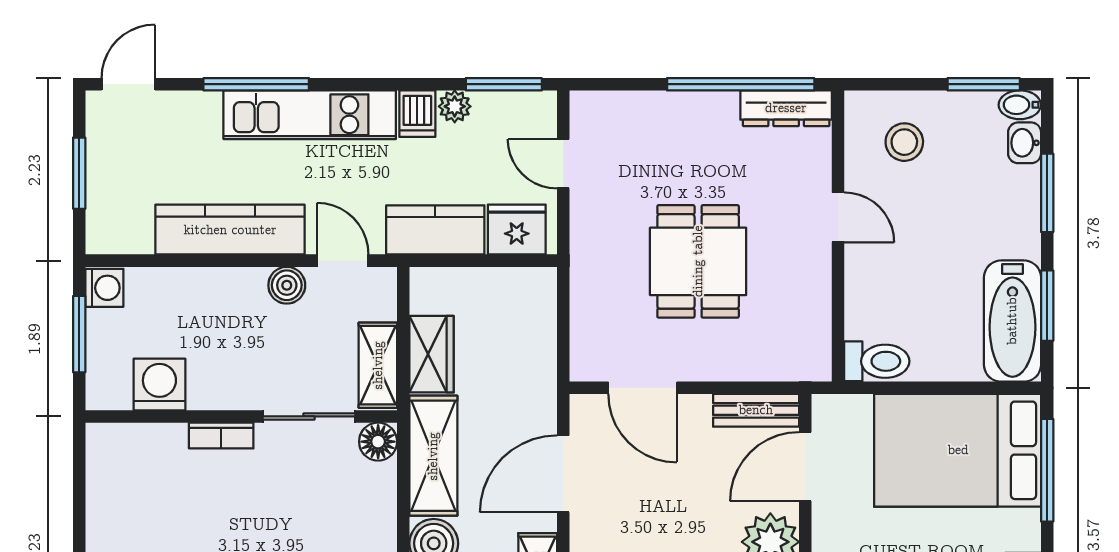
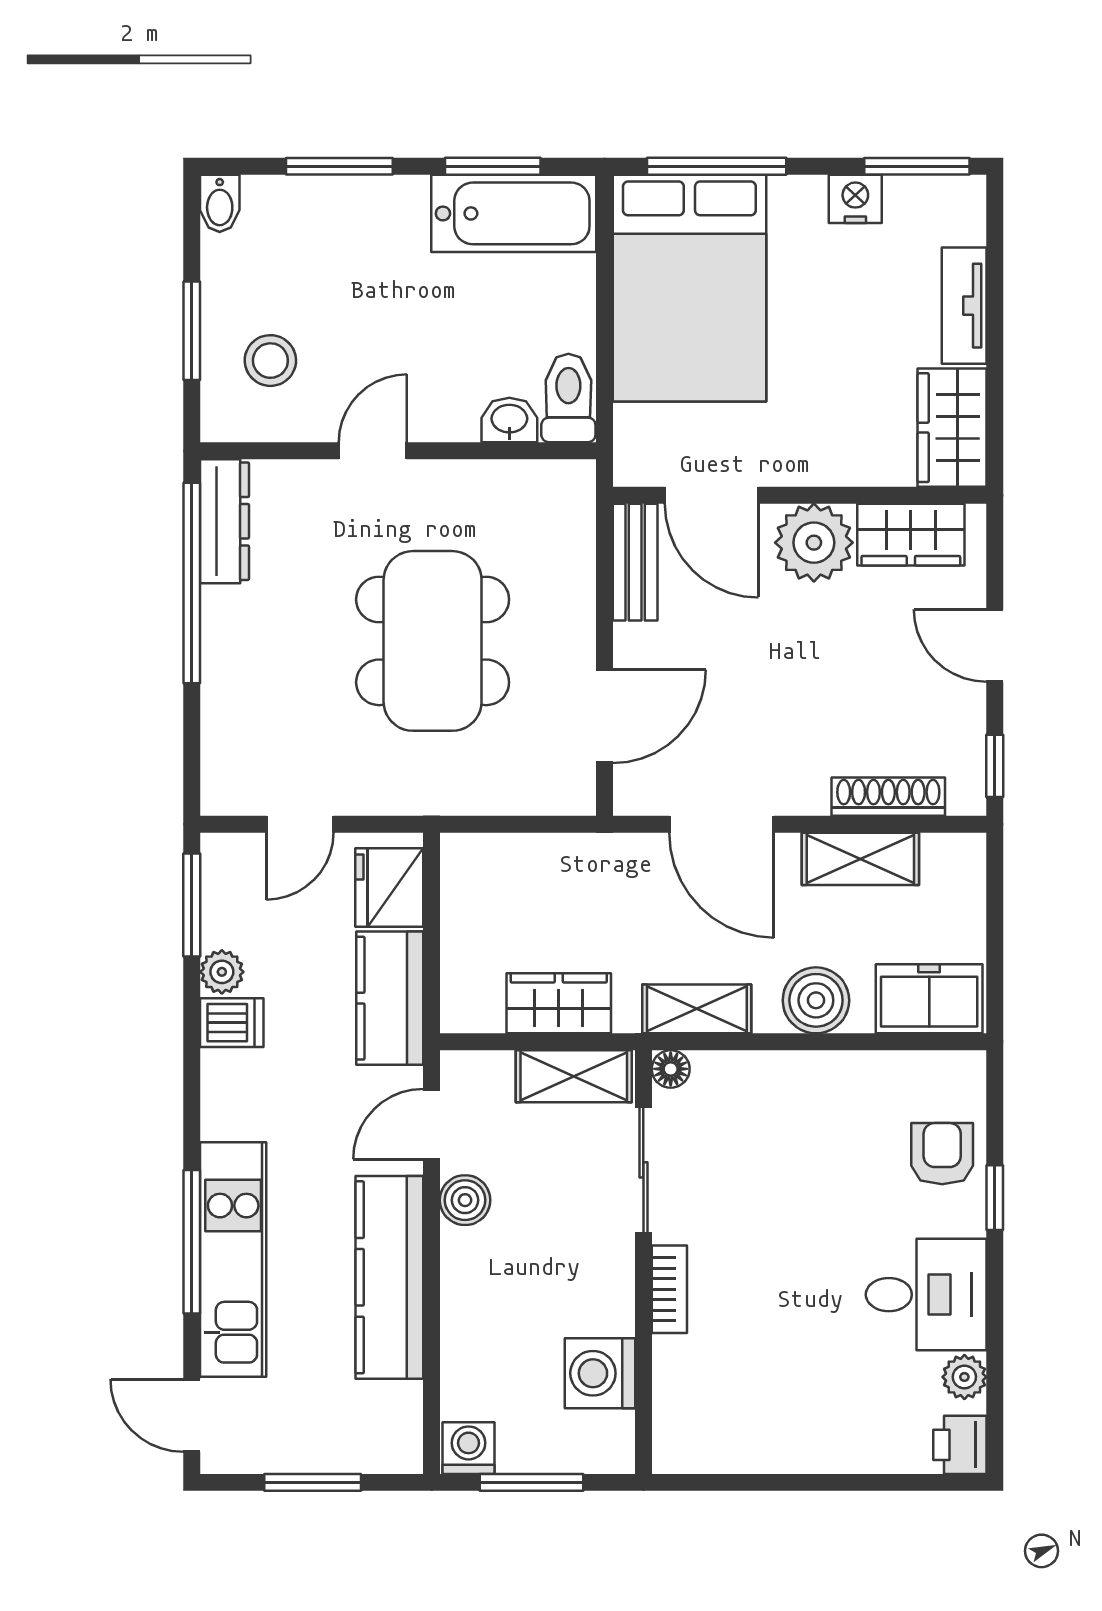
window: (984, 84) -> (192, 331), moved
kitchen unit: (310, 115) -> (233, 1259), moved
washbasin: (1025, 143) -> (509, 420), moved, turned 180
dining table: (698, 261) -> (433, 641), width x1.38
floor lamp: (378, 442) -> (671, 1069), width x0.73, depth x0.73
shelving: (433, 456) -> (697, 1009), width x0.67, depth x0.75

